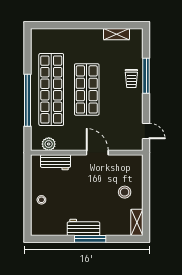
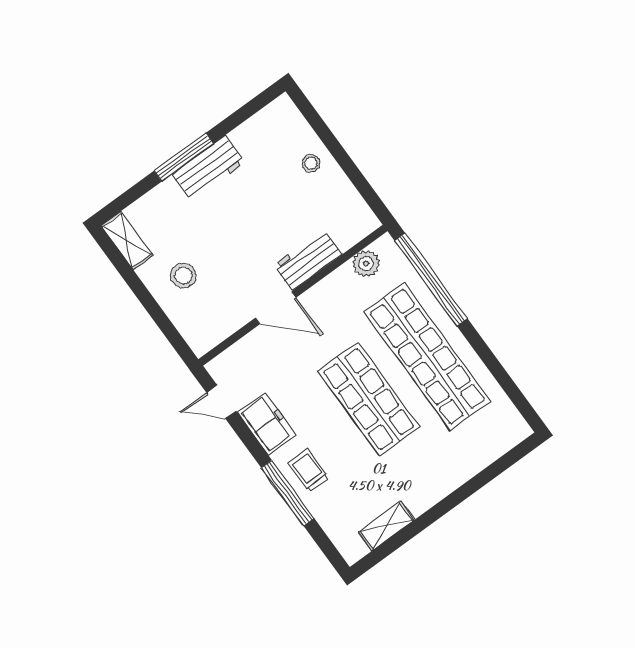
window: (27, 100) -> (431, 280), moved
freezer: (134, 109) -> (267, 424), added
workbench: (56, 162) -> (308, 260), moved

